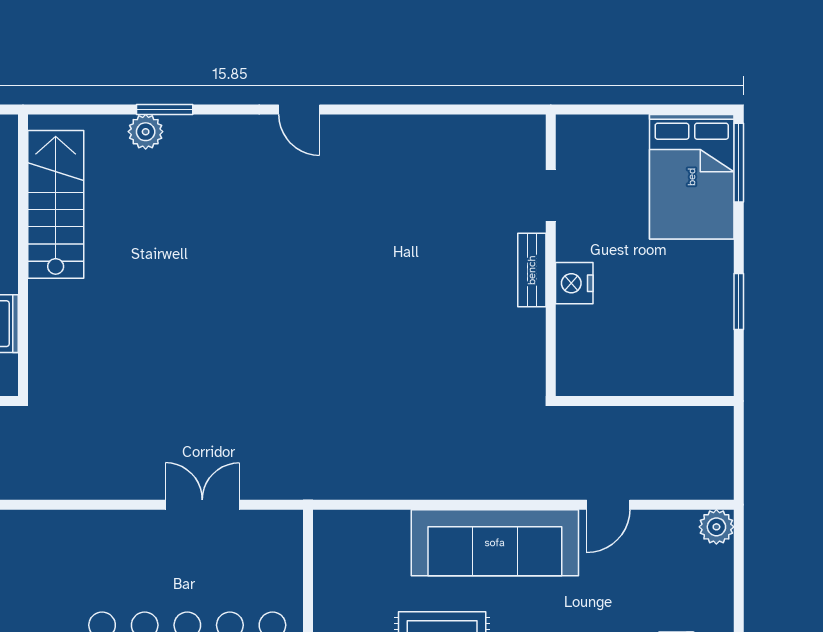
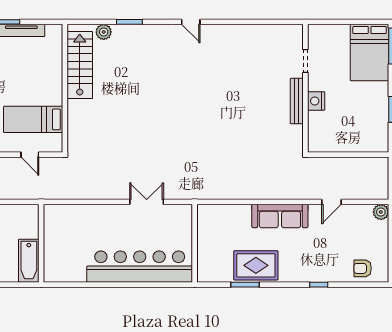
plant: (146, 132) -> (104, 32), moved
bench: (532, 270) -> (297, 101), width x1.36
sofa: (495, 543) -> (280, 216), width x0.74, depth x0.79

